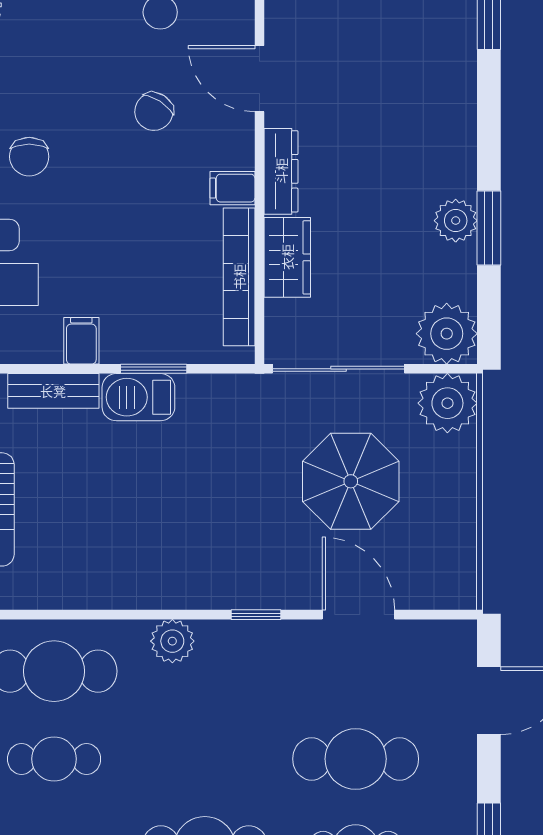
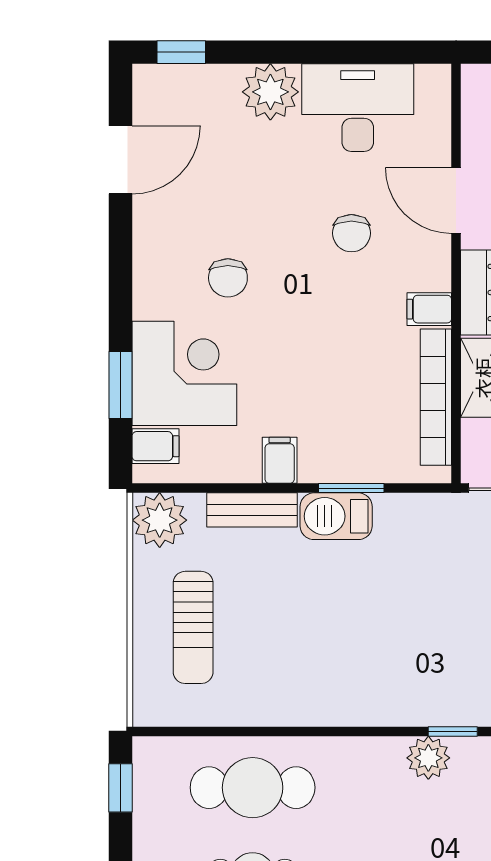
chair: (154, 111) -> (351, 233), turned -33
plant: (172, 641) -> (428, 758), moved

